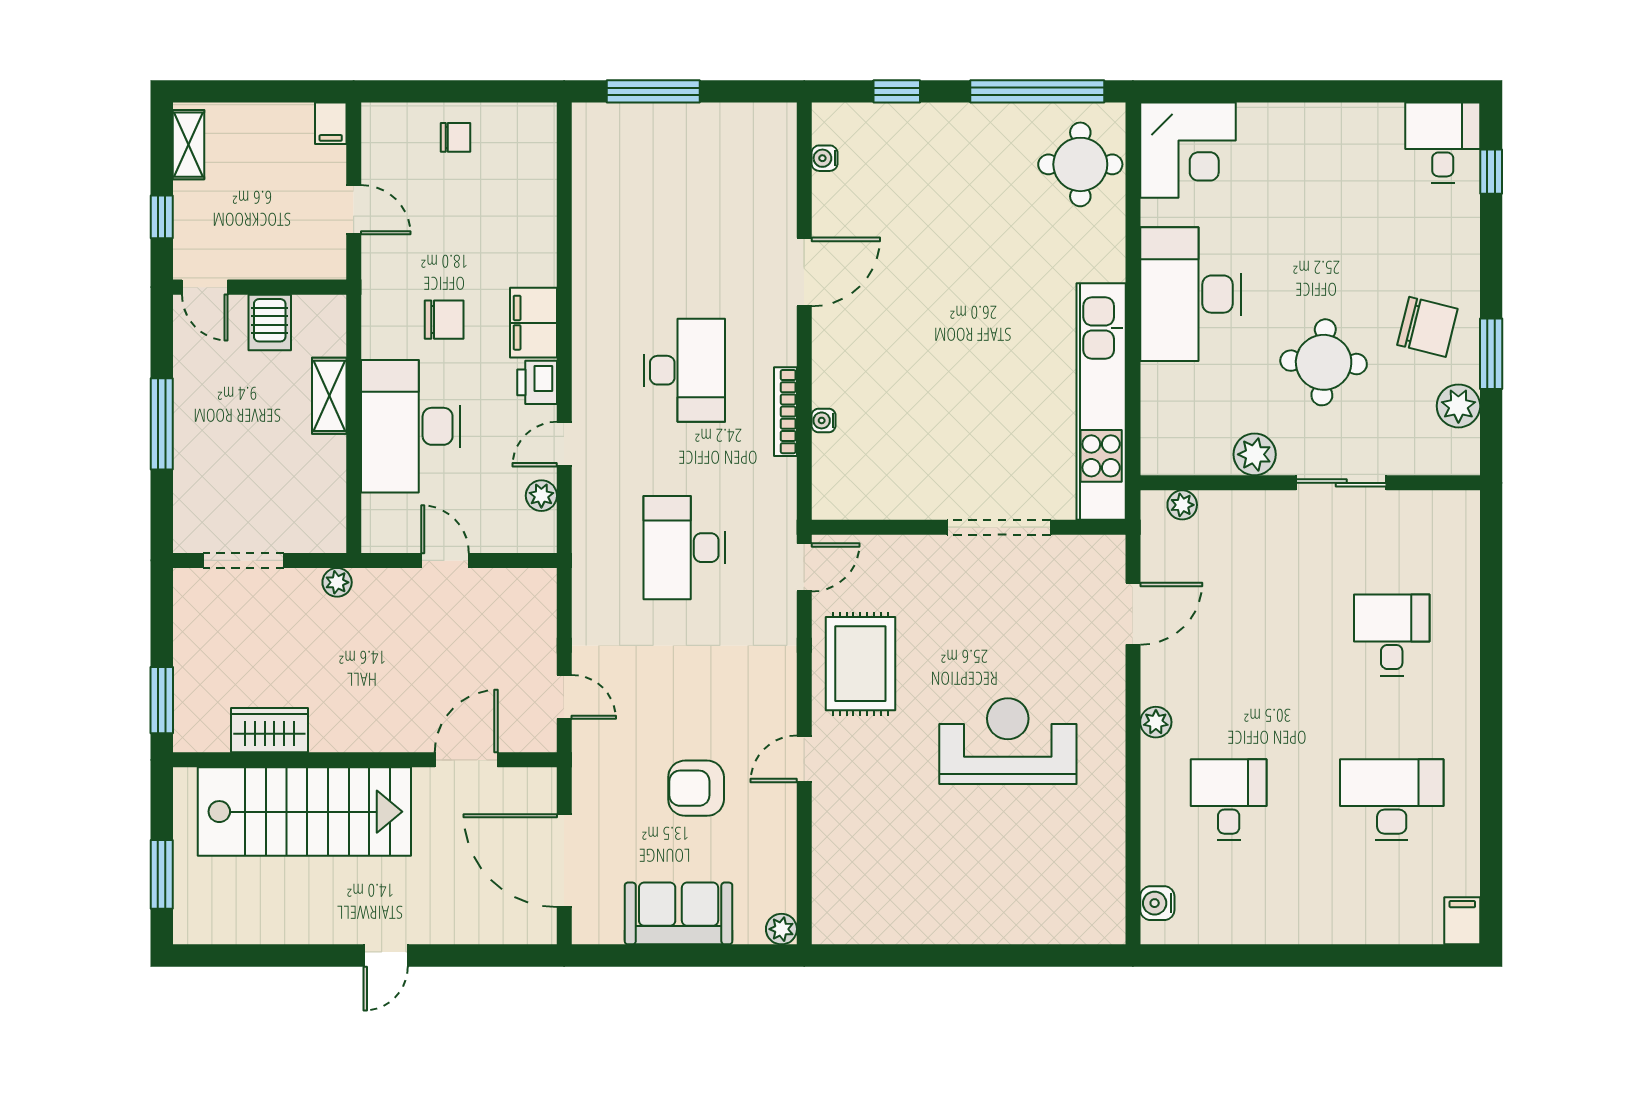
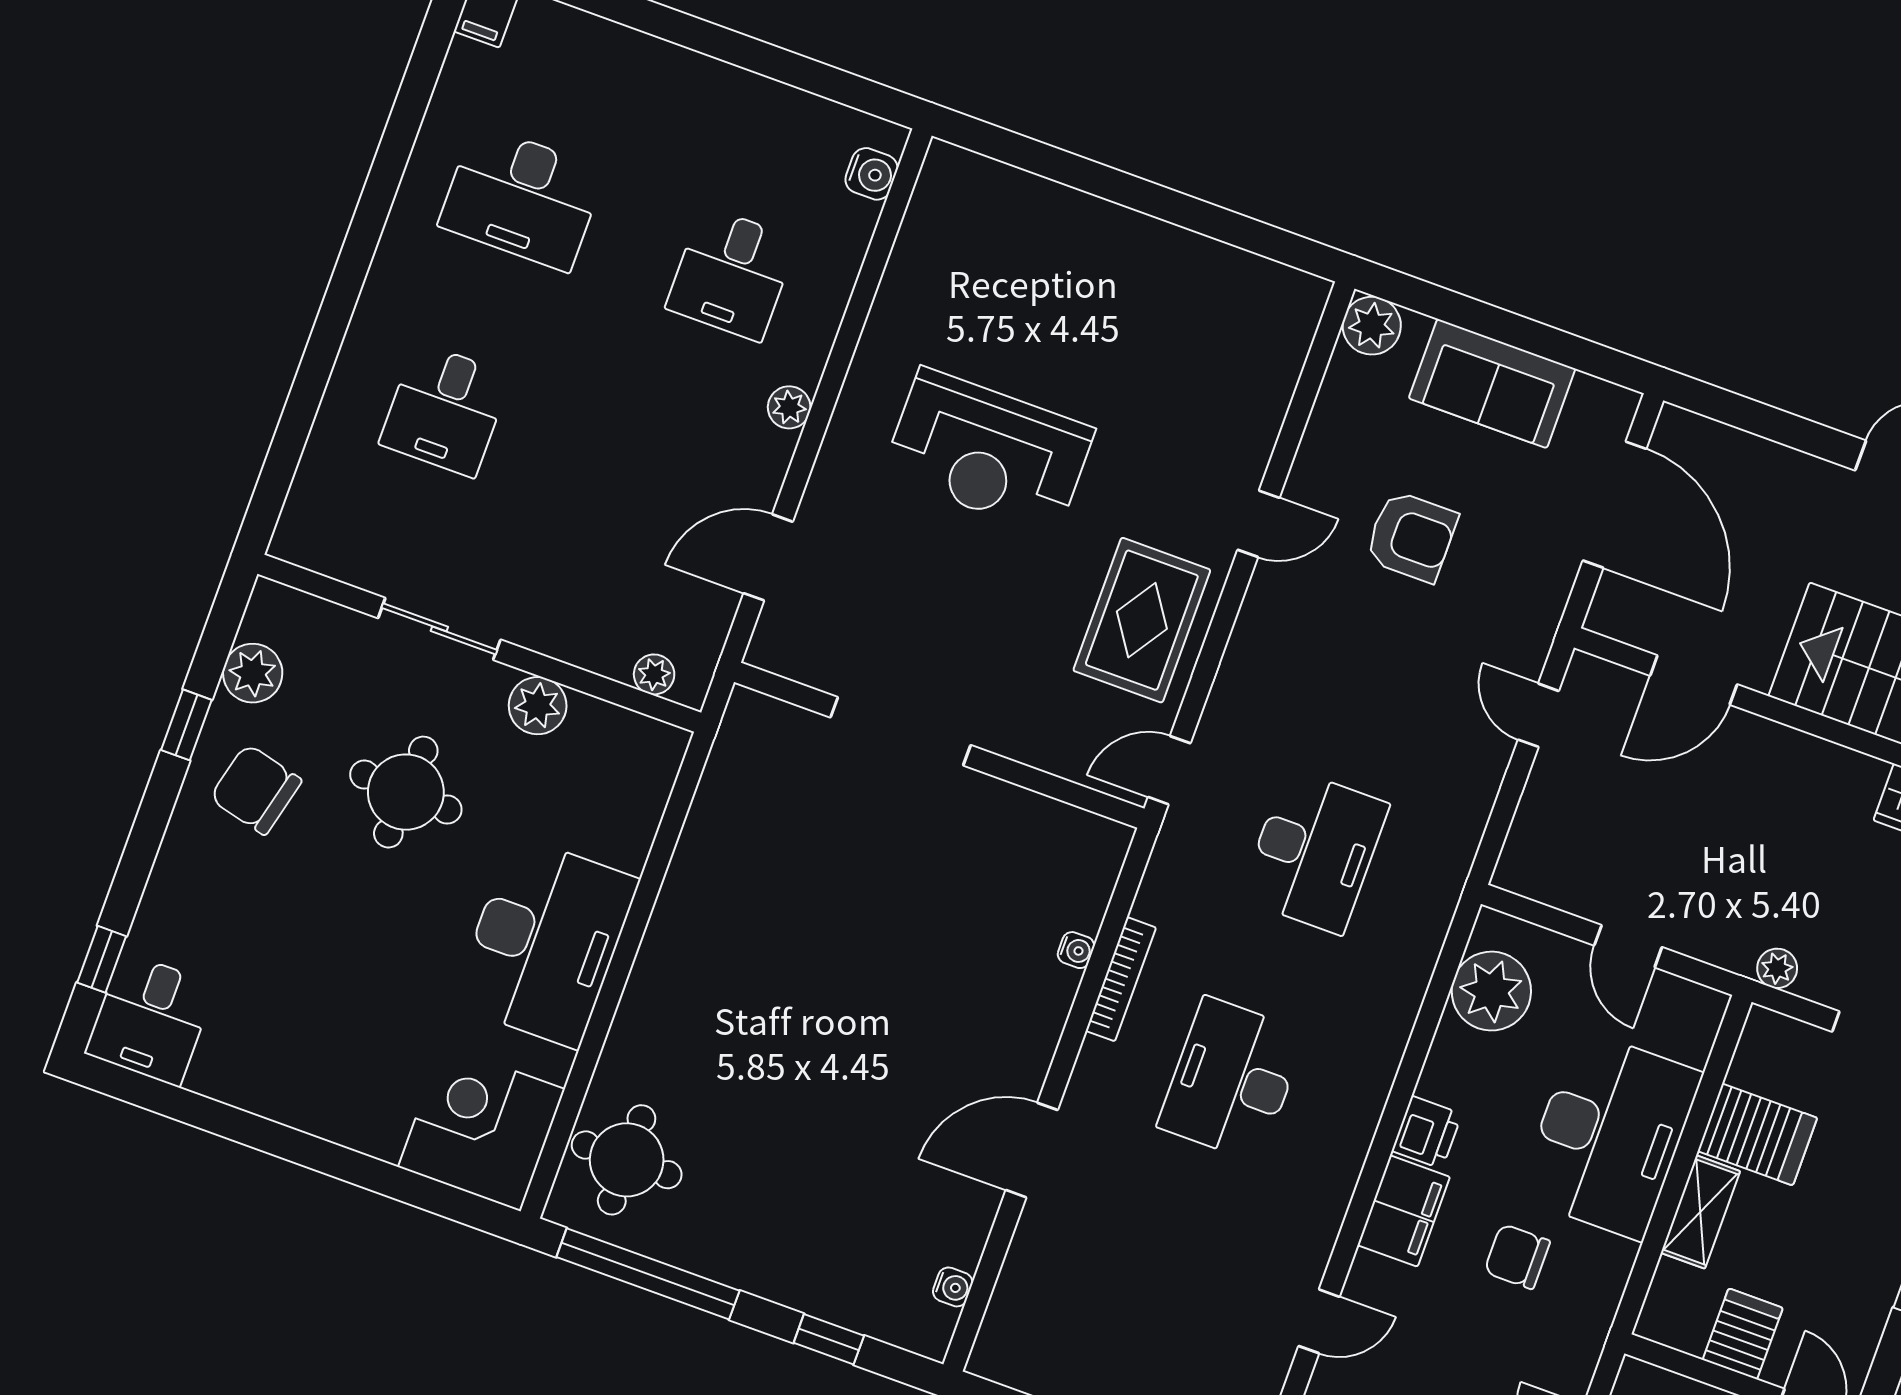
window: (1491, 354) -> (186, 725), width x0.67
kitchen unit: (1101, 401) -> (710, 845), removed
door: (564, 444) -> (1319, 1321), moved
server rack: (309, 463) -> (1757, 1134), added
plant: (541, 496) -> (1491, 991), width x1.88, depth x1.88
plant: (781, 929) -> (1372, 326), width x1.38, depth x1.38

